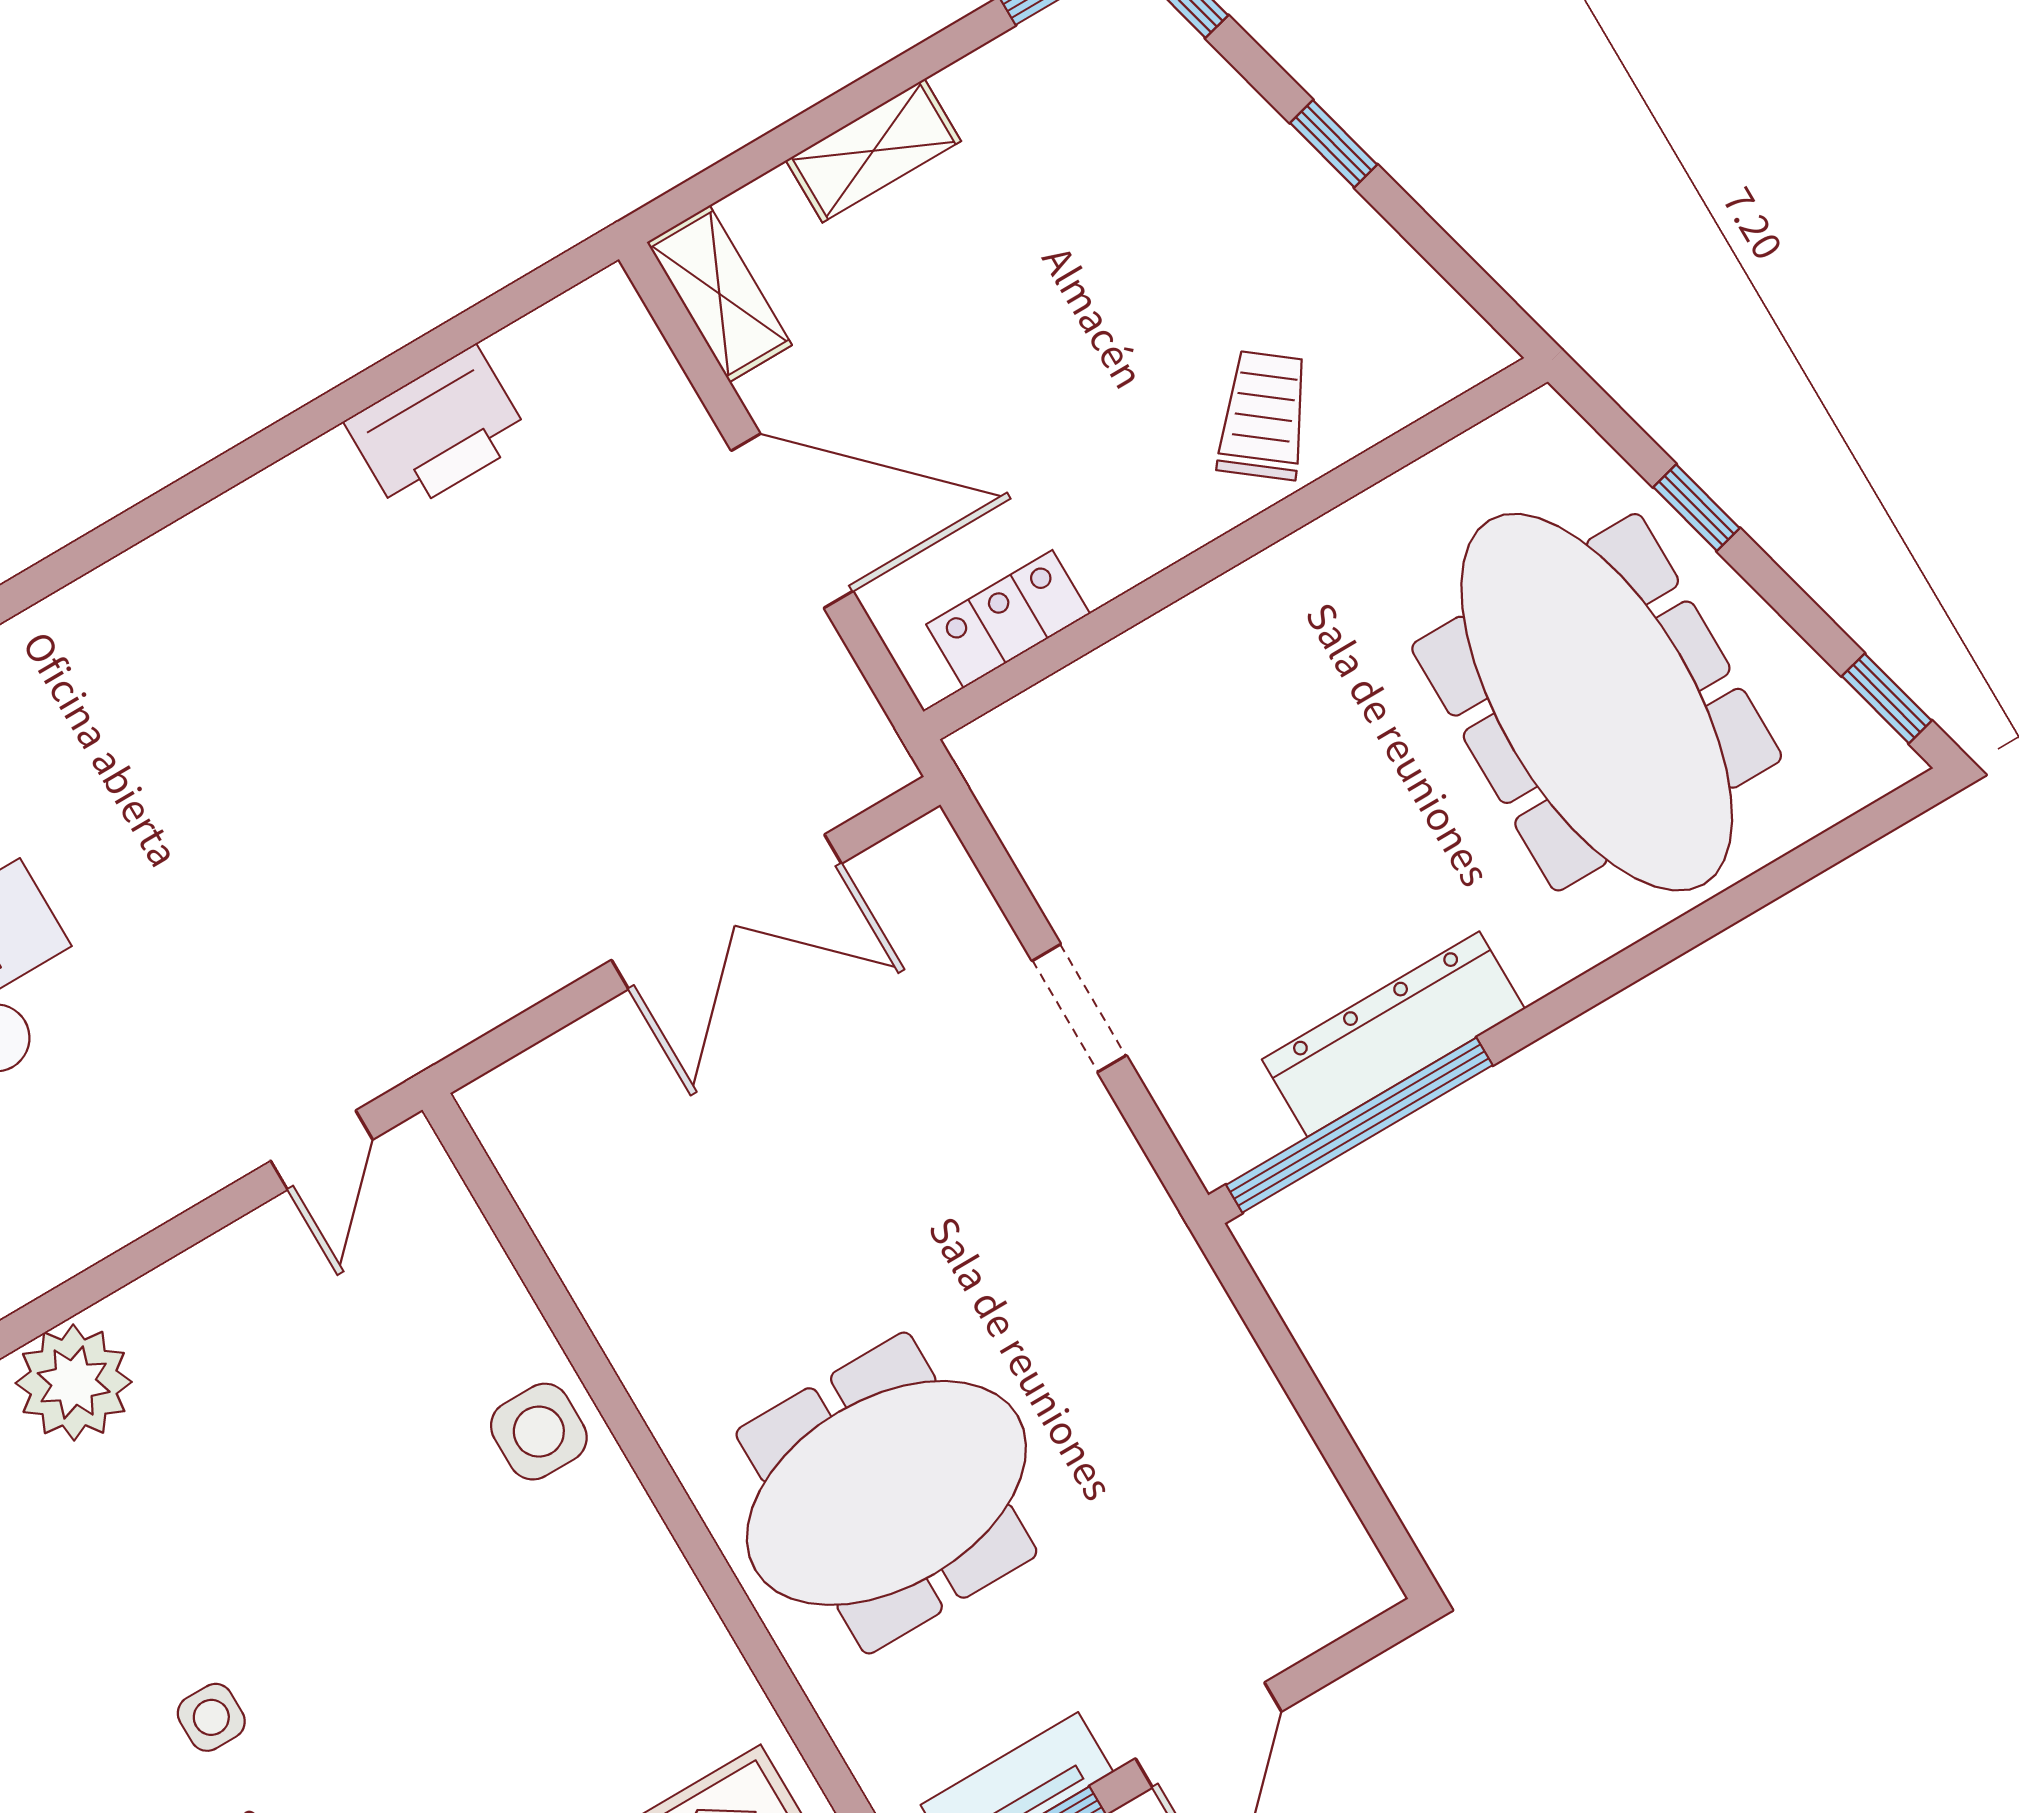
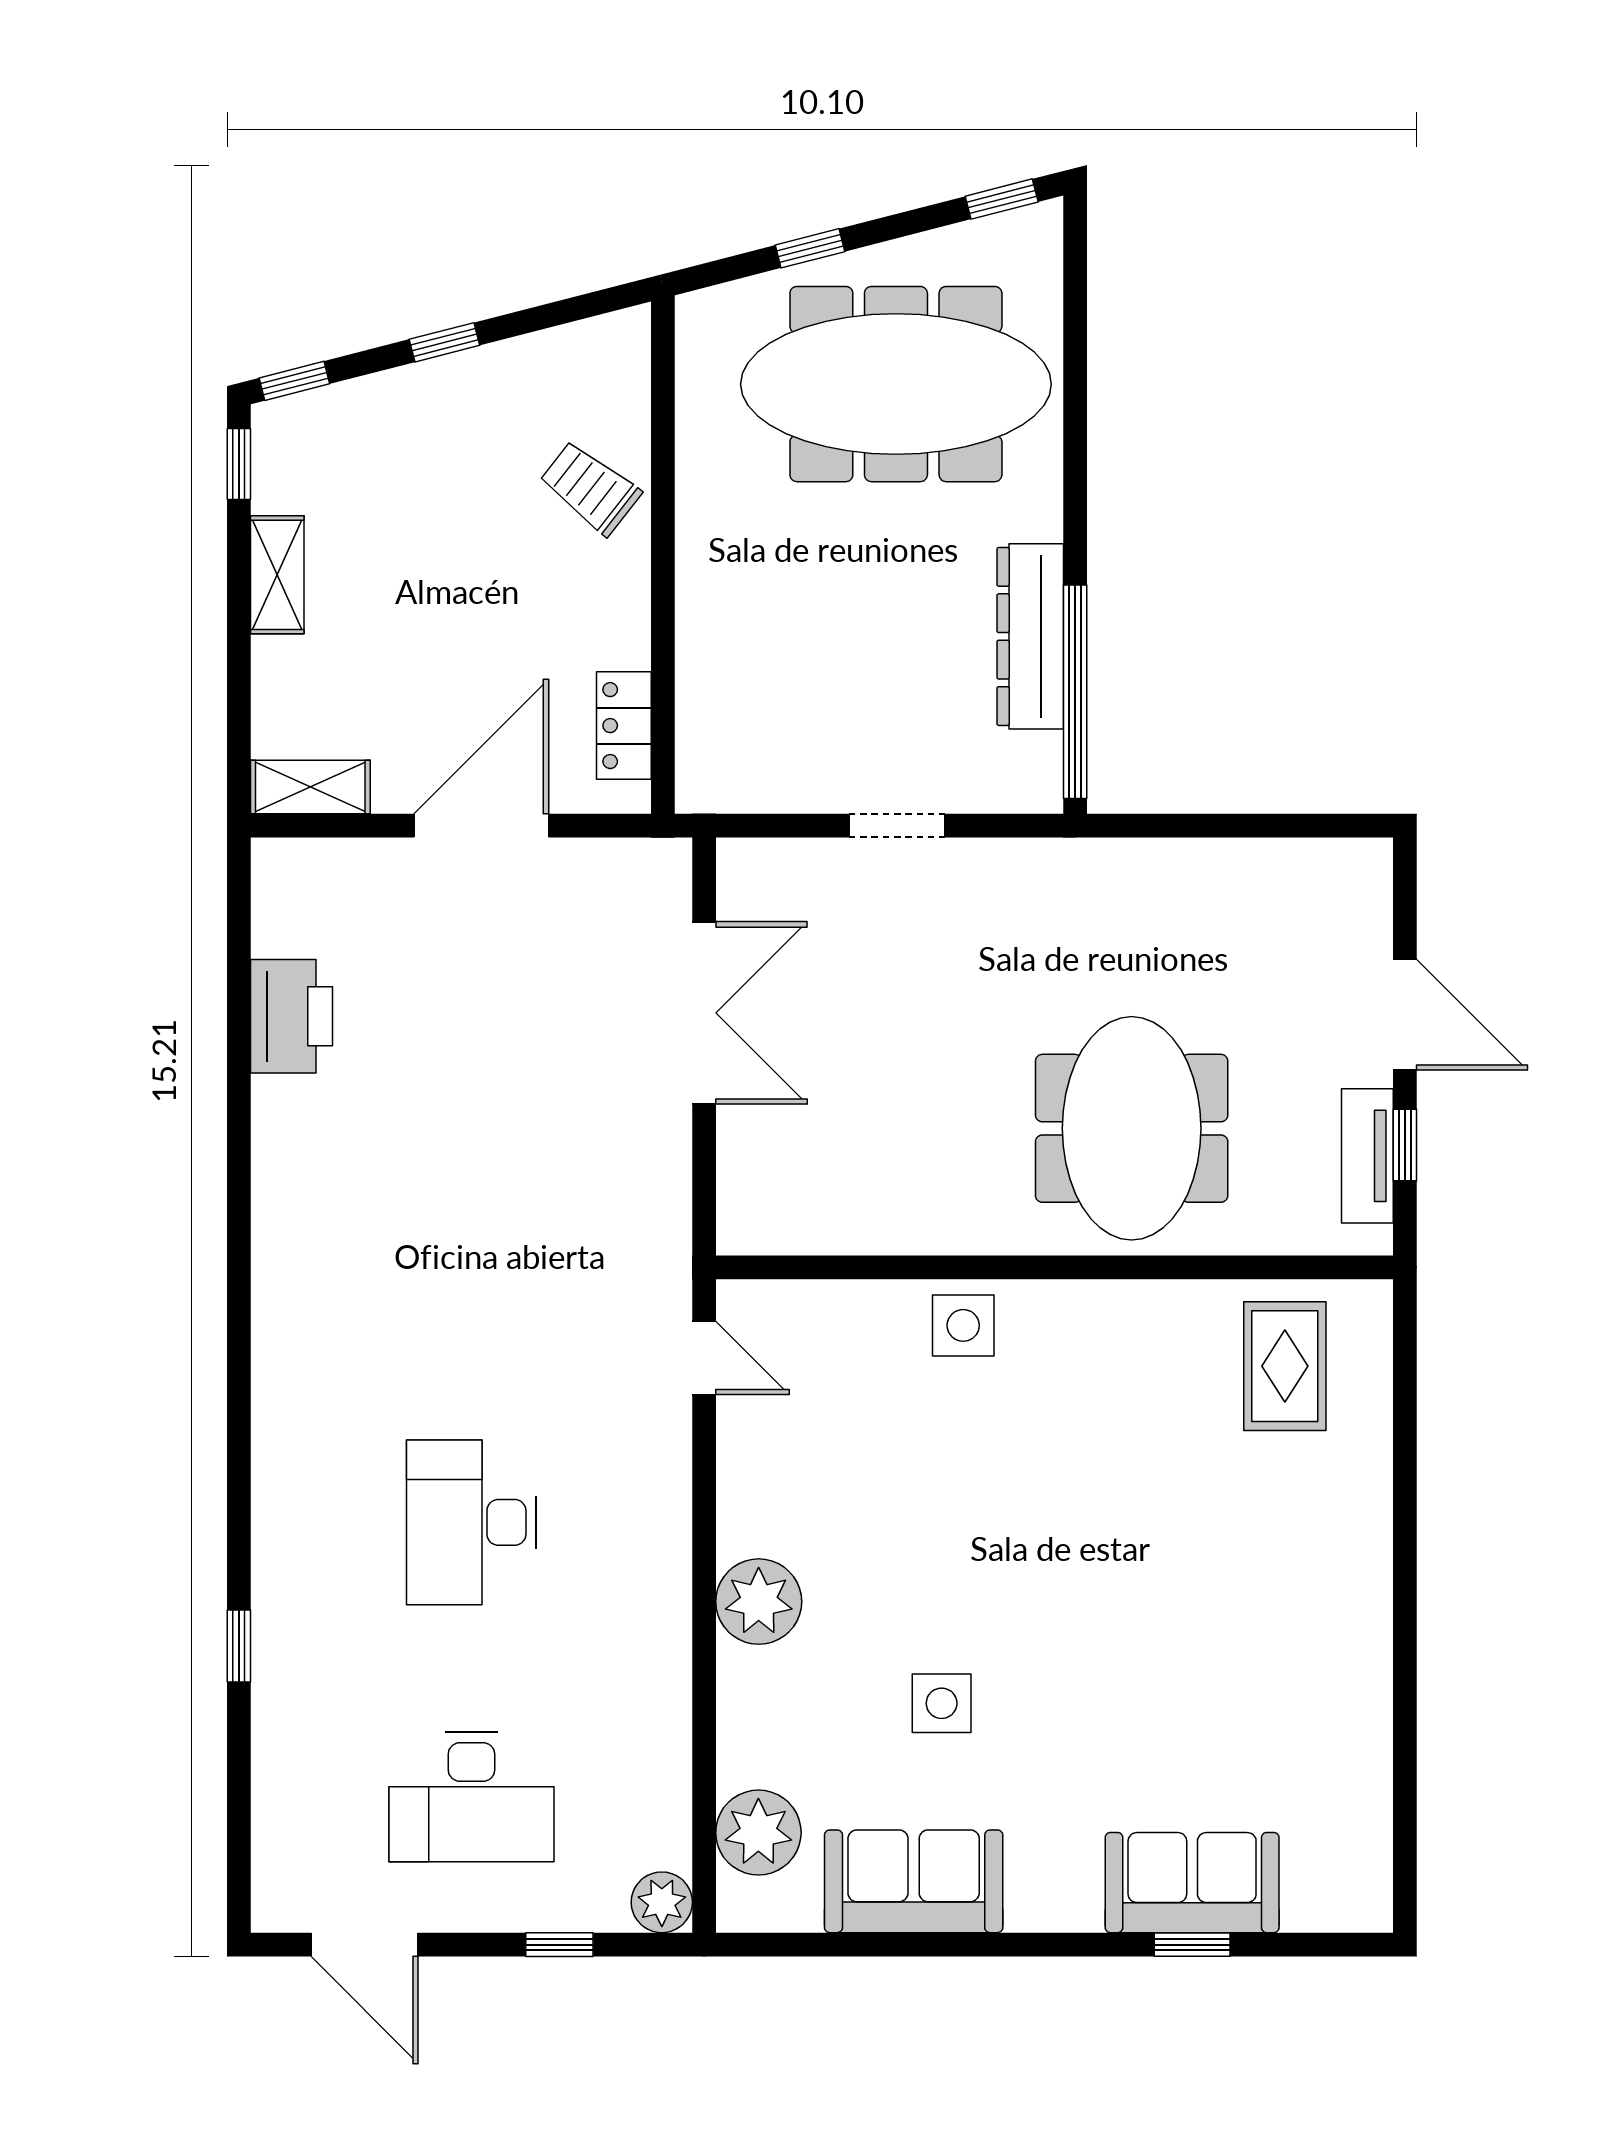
shelving: (873, 151) -> (277, 575), moved
side table: (211, 1717) -> (942, 1703), moved, width x1.37, depth x1.37

